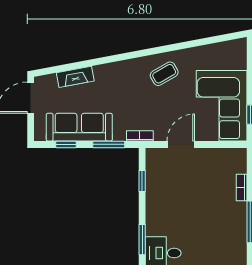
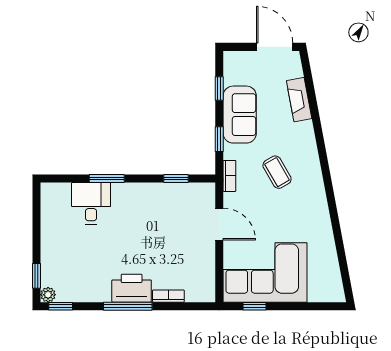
coffee table: (164, 74) -> (277, 172), moved
sofa: (79, 127) -> (240, 115), width x0.73
window: (109, 144) -> (219, 139), width x0.67
printer: (235, 219) -> (132, 288), added

